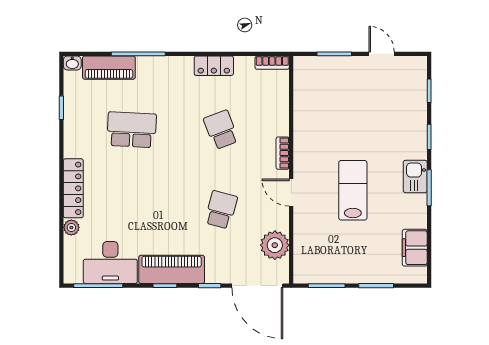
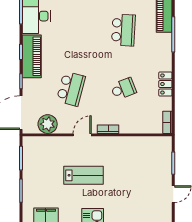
school desk: (221, 210) -> (71, 89), width x1.85

